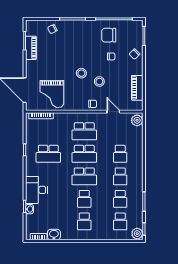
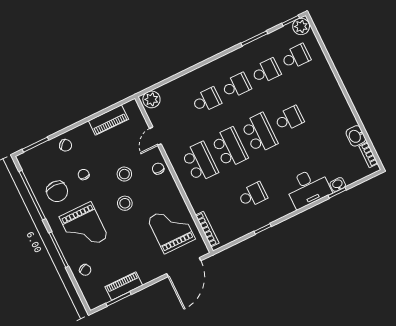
grand piano: (79, 41) -> (84, 227), added
grand piano: (52, 94) -> (171, 229), turned -90
school desk: (48, 154) -> (253, 195), width x0.54
school desk: (84, 221) -> (319, 104), removed

